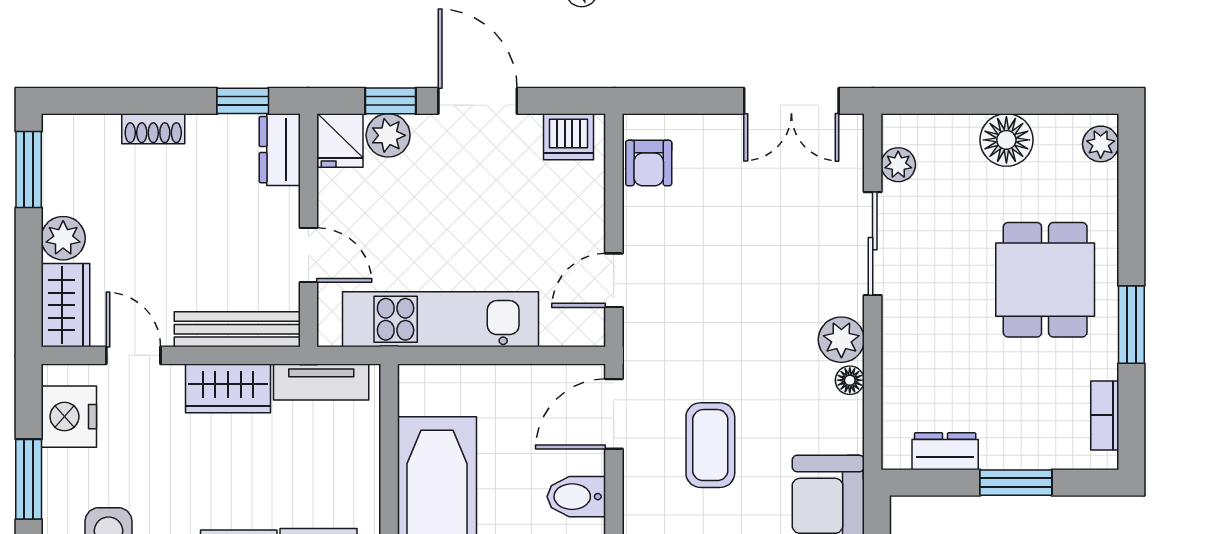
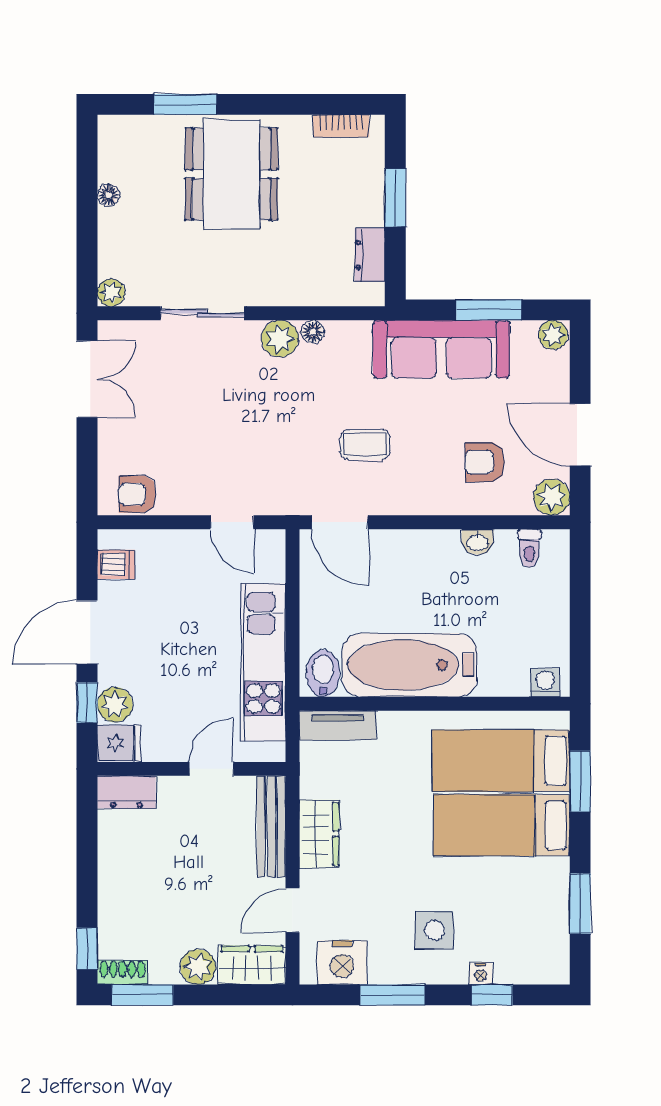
window: (243, 101) -> (87, 949), moved
shoe rack: (153, 129) -> (123, 972), moved, turned -90
dishwasher: (569, 137) -> (116, 564), width x0.73
floor lamp: (1006, 140) -> (109, 195), width x0.53, depth x0.53
plant: (1101, 144) -> (122, 129), removed
armchair: (649, 163) -> (137, 494), turned 180
plant: (898, 165) -> (111, 293), moved
dining table: (1045, 280) -> (231, 174), width x1.38
window: (1131, 325) -> (185, 104), moved
tv unit: (321, 382) -> (338, 725), moved, turned 90
coffee table: (710, 445) -> (365, 444), width x0.73, depth x0.77
bidet: (576, 497) -> (323, 673), moved, turned 180

